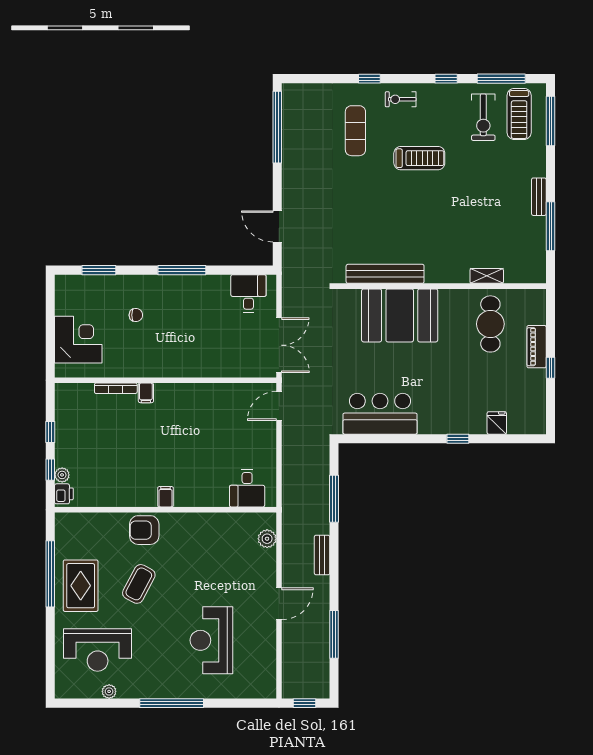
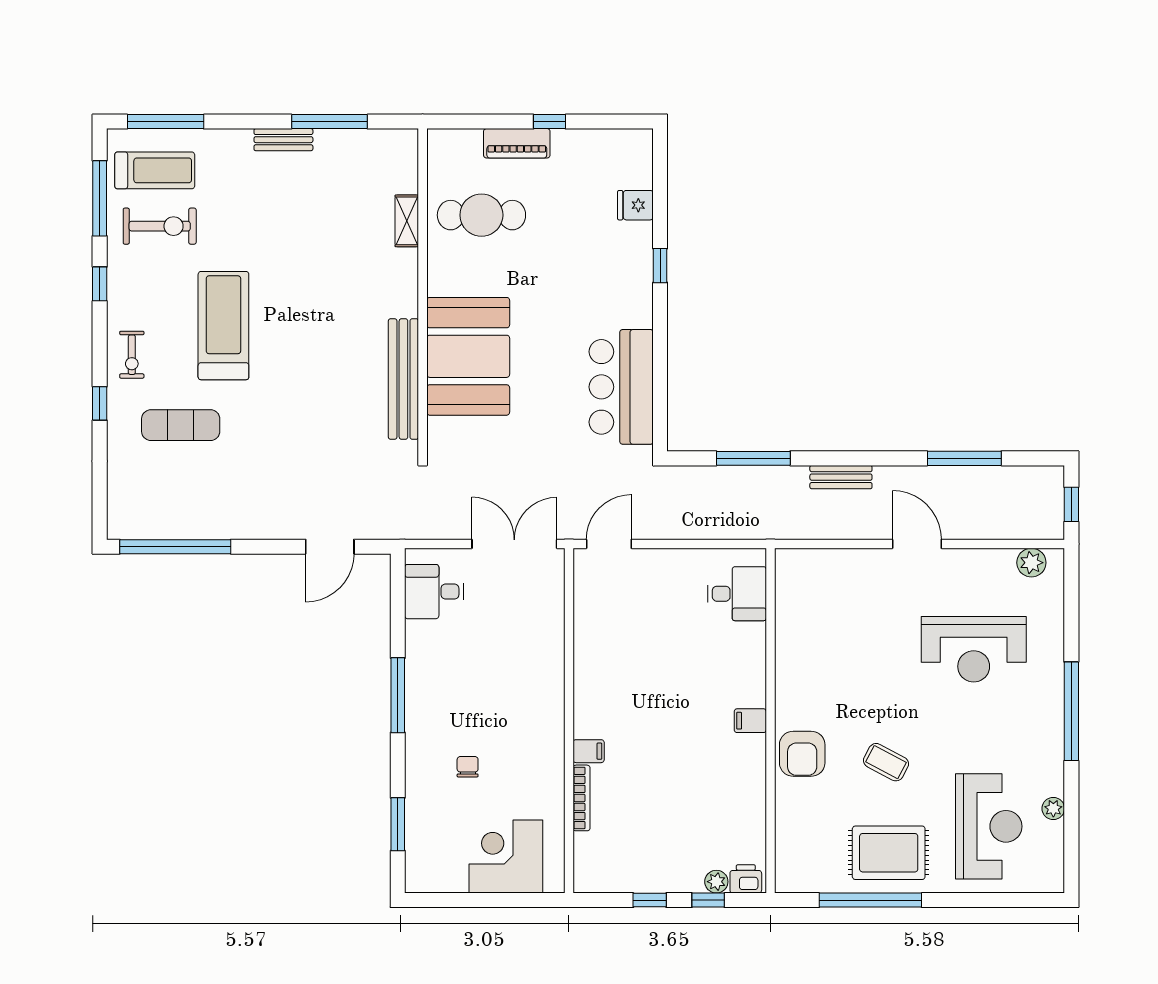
treadmill: (419, 158) -> (223, 326), width x1.37, depth x1.38
door: (279, 406) -> (609, 544), swing flipped
plant: (267, 539) -> (1031, 563), moved
coffee table: (139, 584) -> (886, 762), width x0.73, depth x0.77

